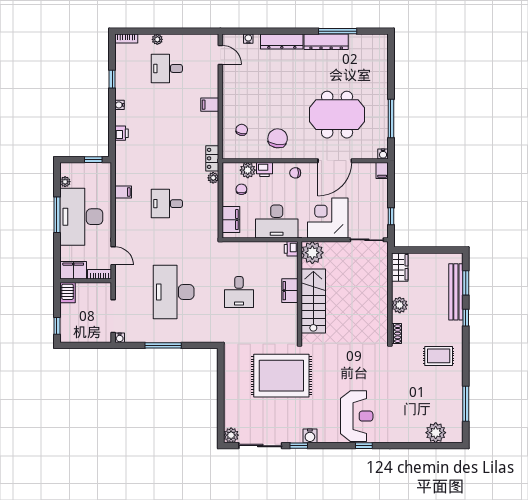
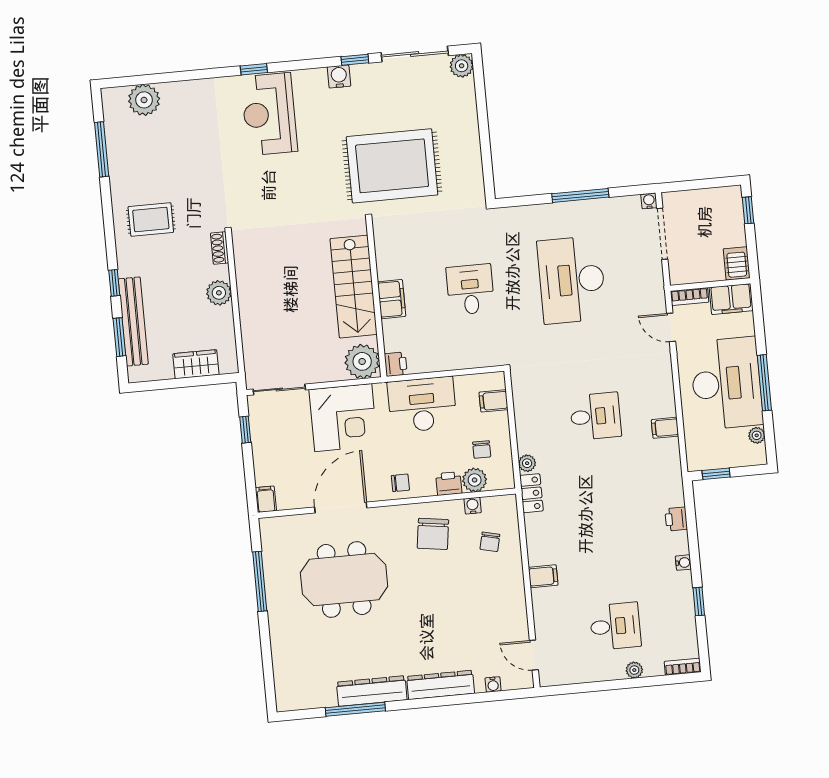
water cooler: (383, 154) -> (473, 506), moved
filing cabinet: (231, 220) -> (494, 401), width x0.50
wardrobe: (400, 267) -> (196, 364), moved, turned 90
desk: (174, 292) -> (572, 280), turned 180

